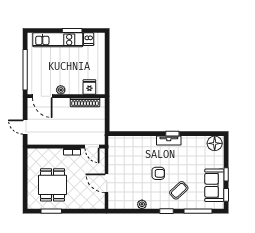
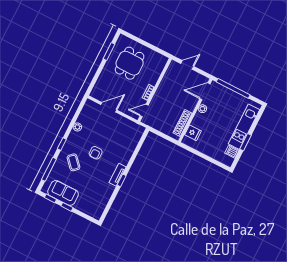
floor lamp: (215, 143) -> (97, 210), removed
dining table: (52, 185) -> (130, 63), turned 90

